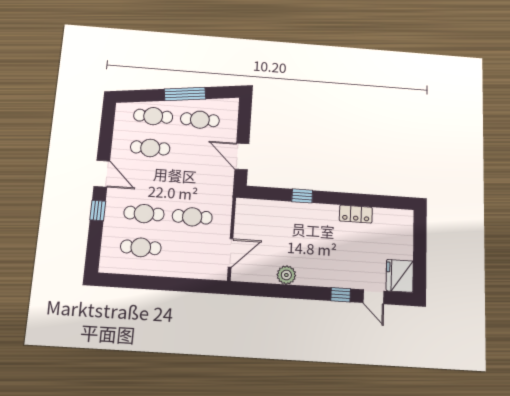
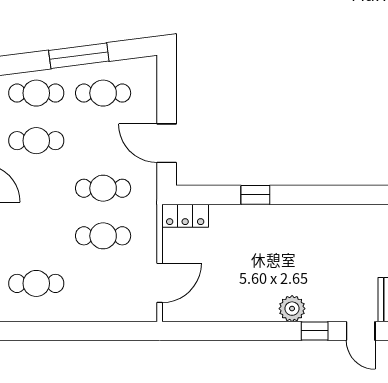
cafe table: (144, 214) -> (103, 188), moved
locker: (356, 214) -> (185, 216), moved
plant: (286, 275) -> (292, 309), moved

